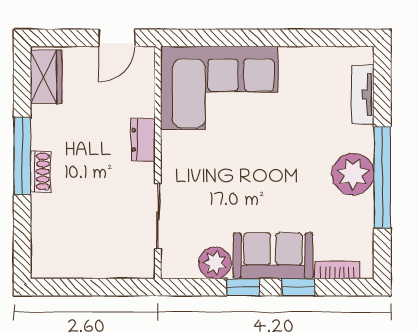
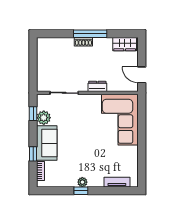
plant: (353, 174) -> (82, 182), width x0.53, depth x0.53
window: (382, 177) -> (81, 191), width x0.32
window: (243, 287) -> (33, 114), moved

